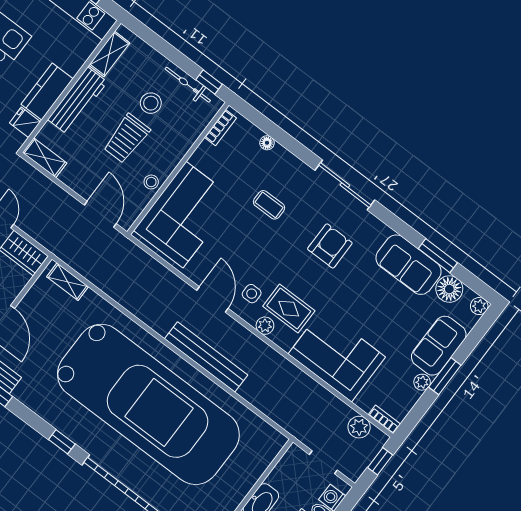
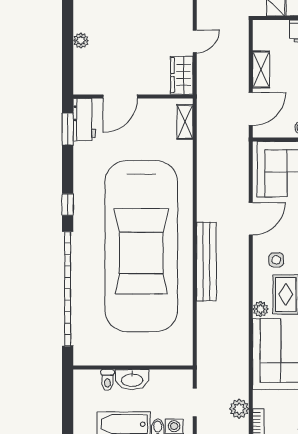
shelving: (45, 158) -> (261, 69), moved
door: (212, 299) -> (251, 219), moved
plant: (265, 326) -> (261, 309), moved

